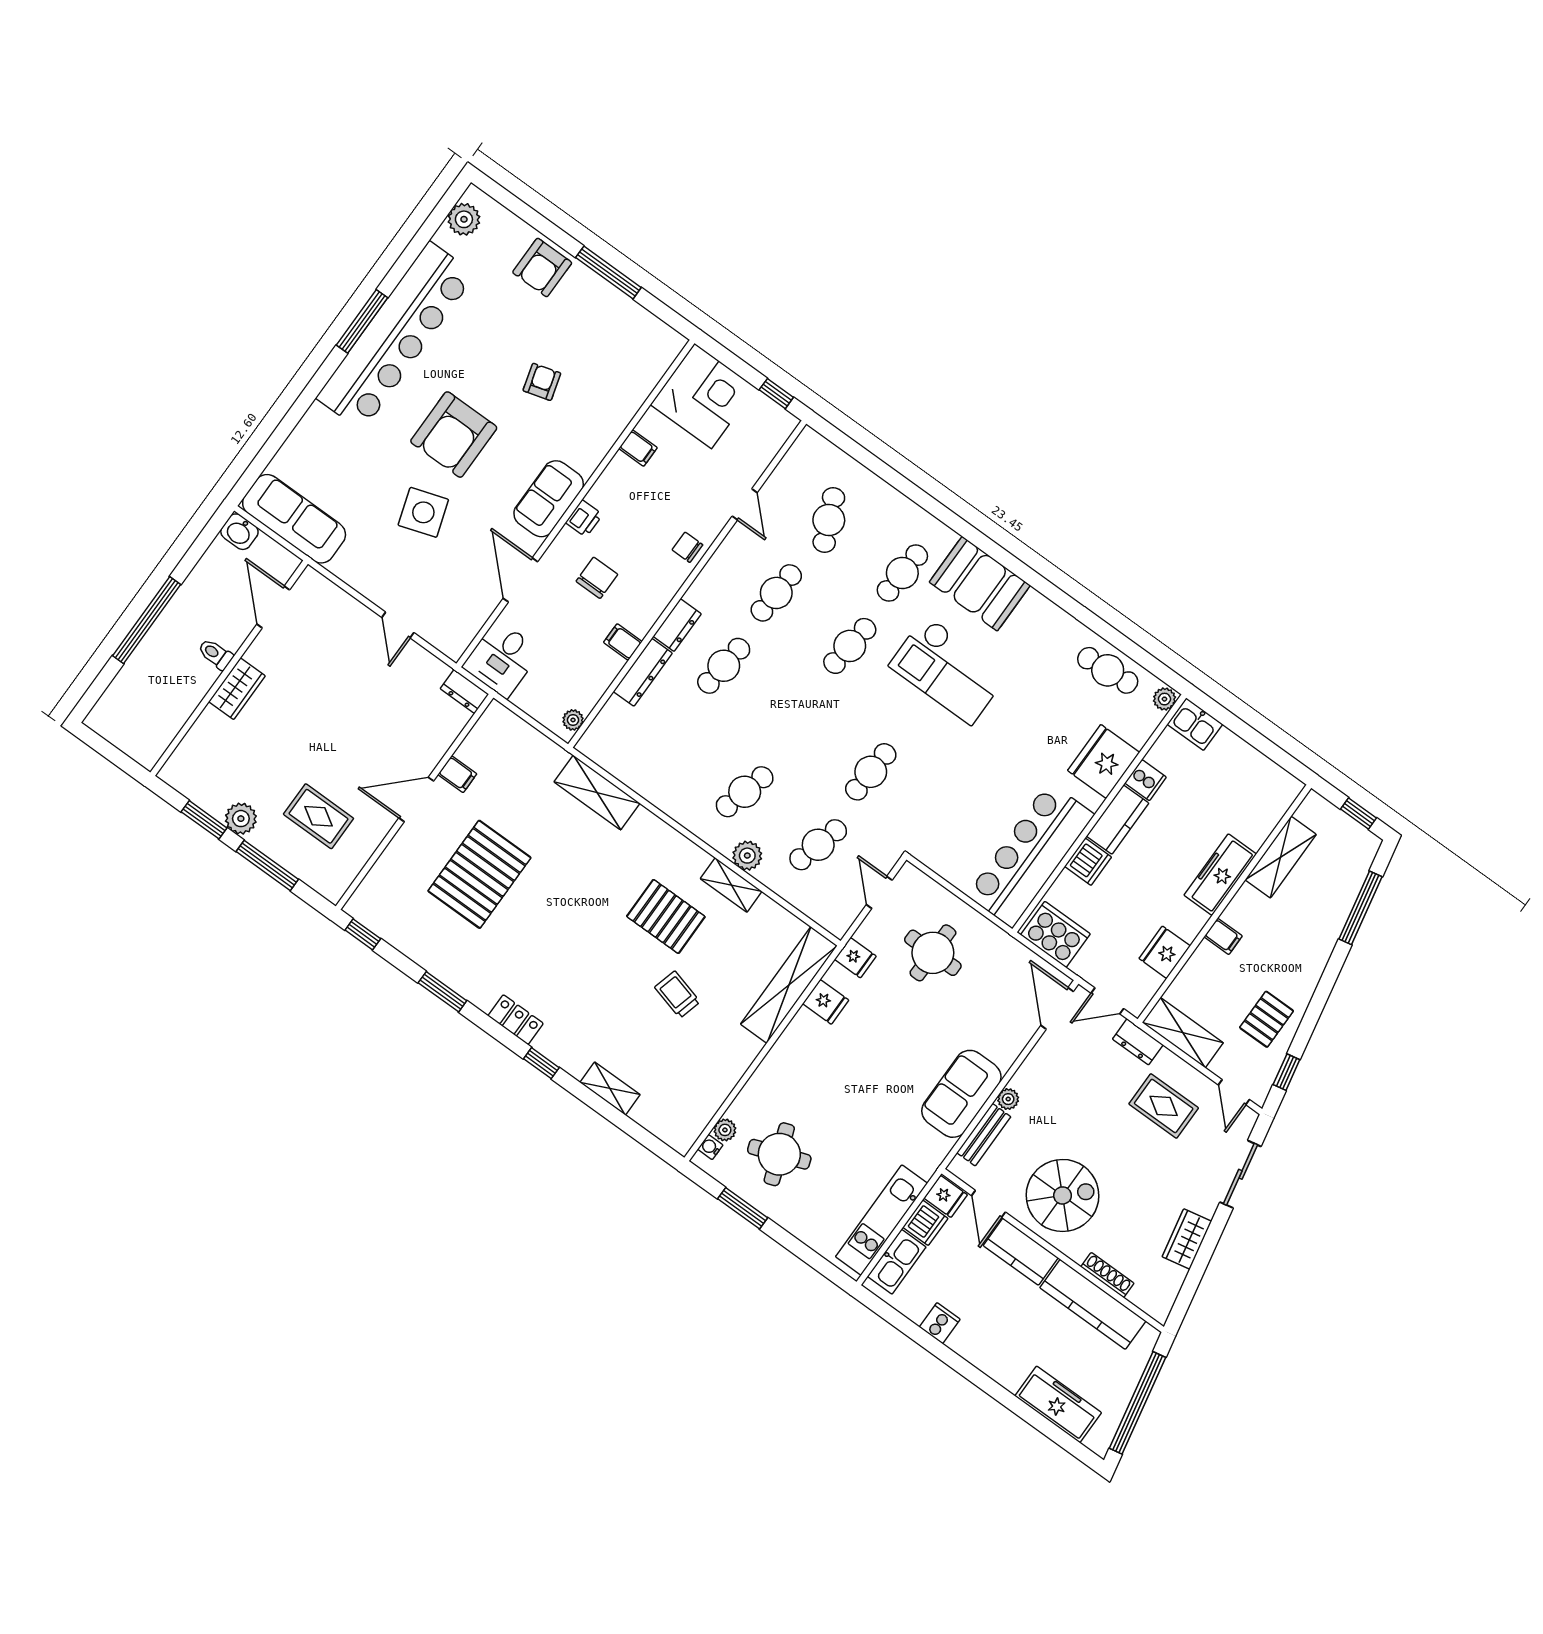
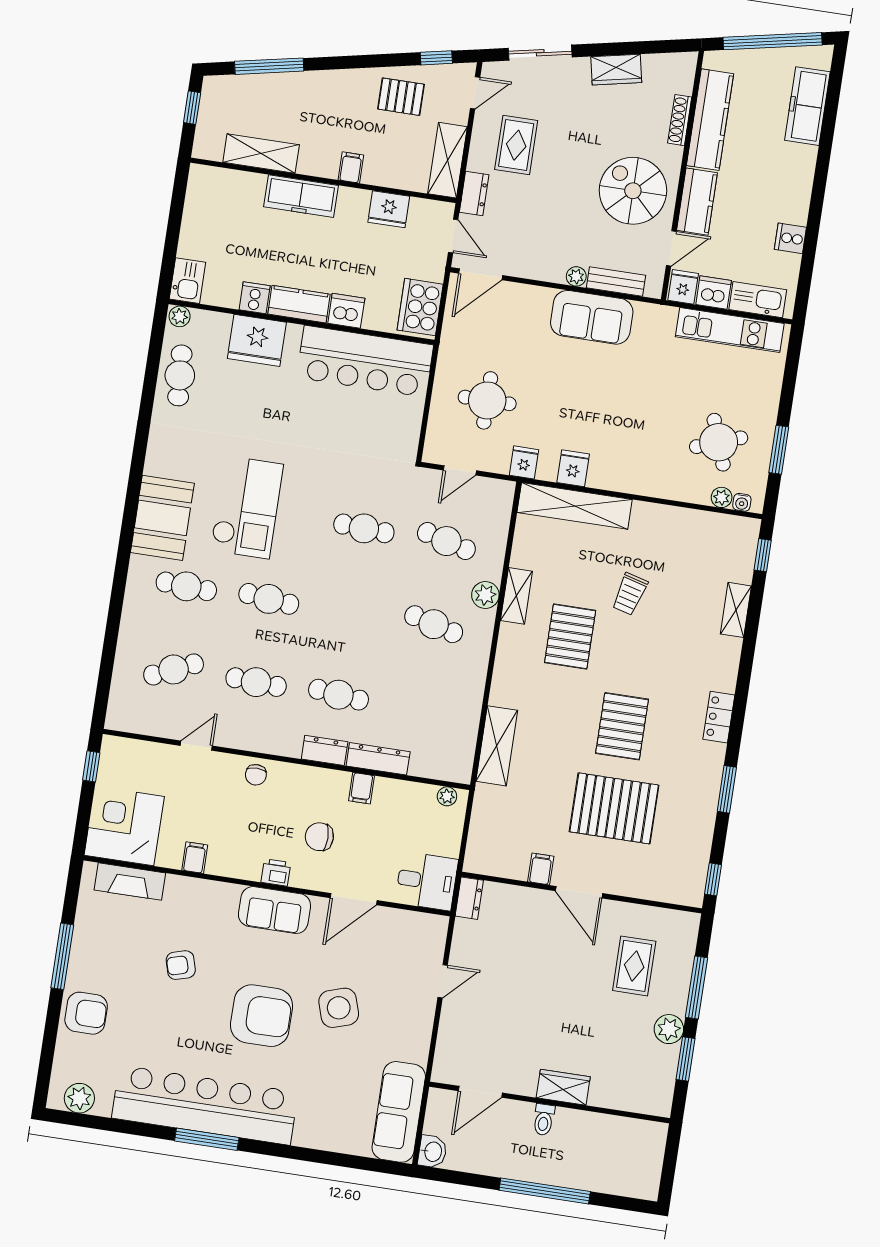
fireplace: (647, 374) -> (130, 882), added
pallet: (554, 922) -> (622, 726), added
window: (541, 1063) -> (763, 555), moved

